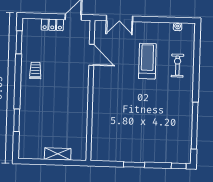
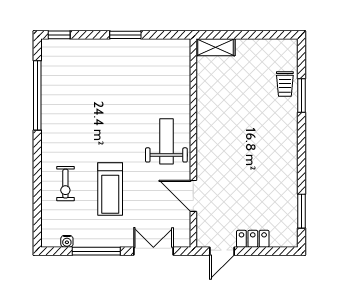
window: (158, 20) -> (96, 251), added
trolley: (35, 70) -> (285, 84), moved
weight bench: (109, 92) -> (166, 141), added
shelving: (58, 154) -> (216, 47), moved

